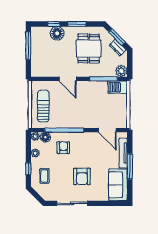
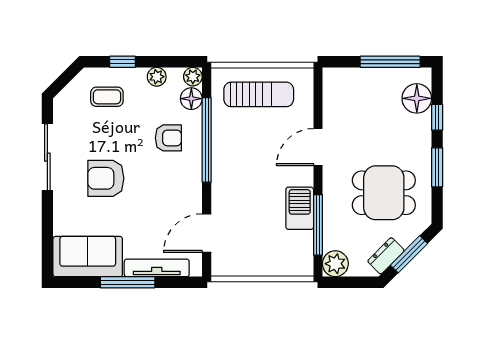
floor lamp: (57, 33) -> (417, 98), moved
barbecue: (118, 87) -> (300, 208), moved

